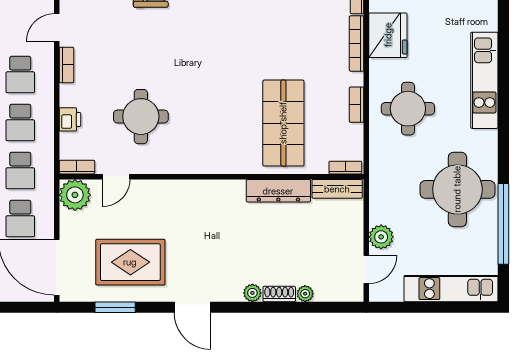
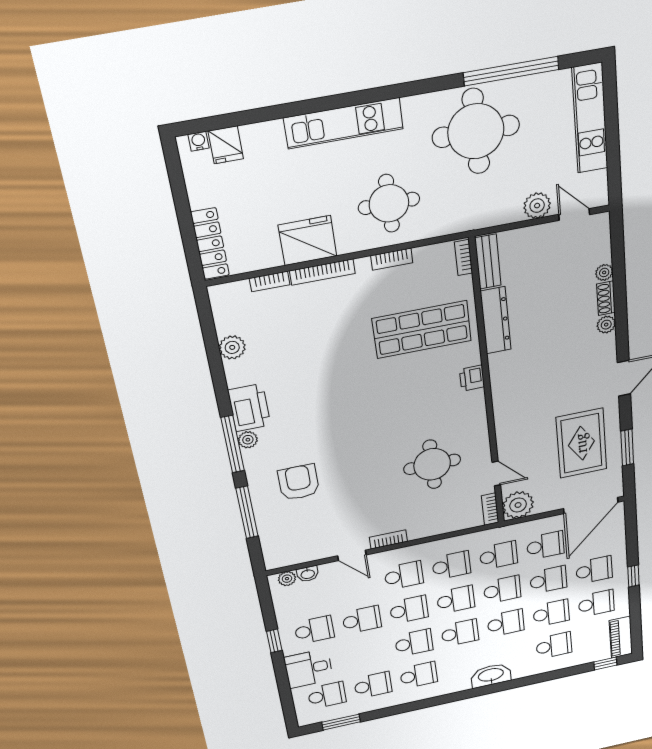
printer: (70, 119) -> (472, 378), moved, turned -90

